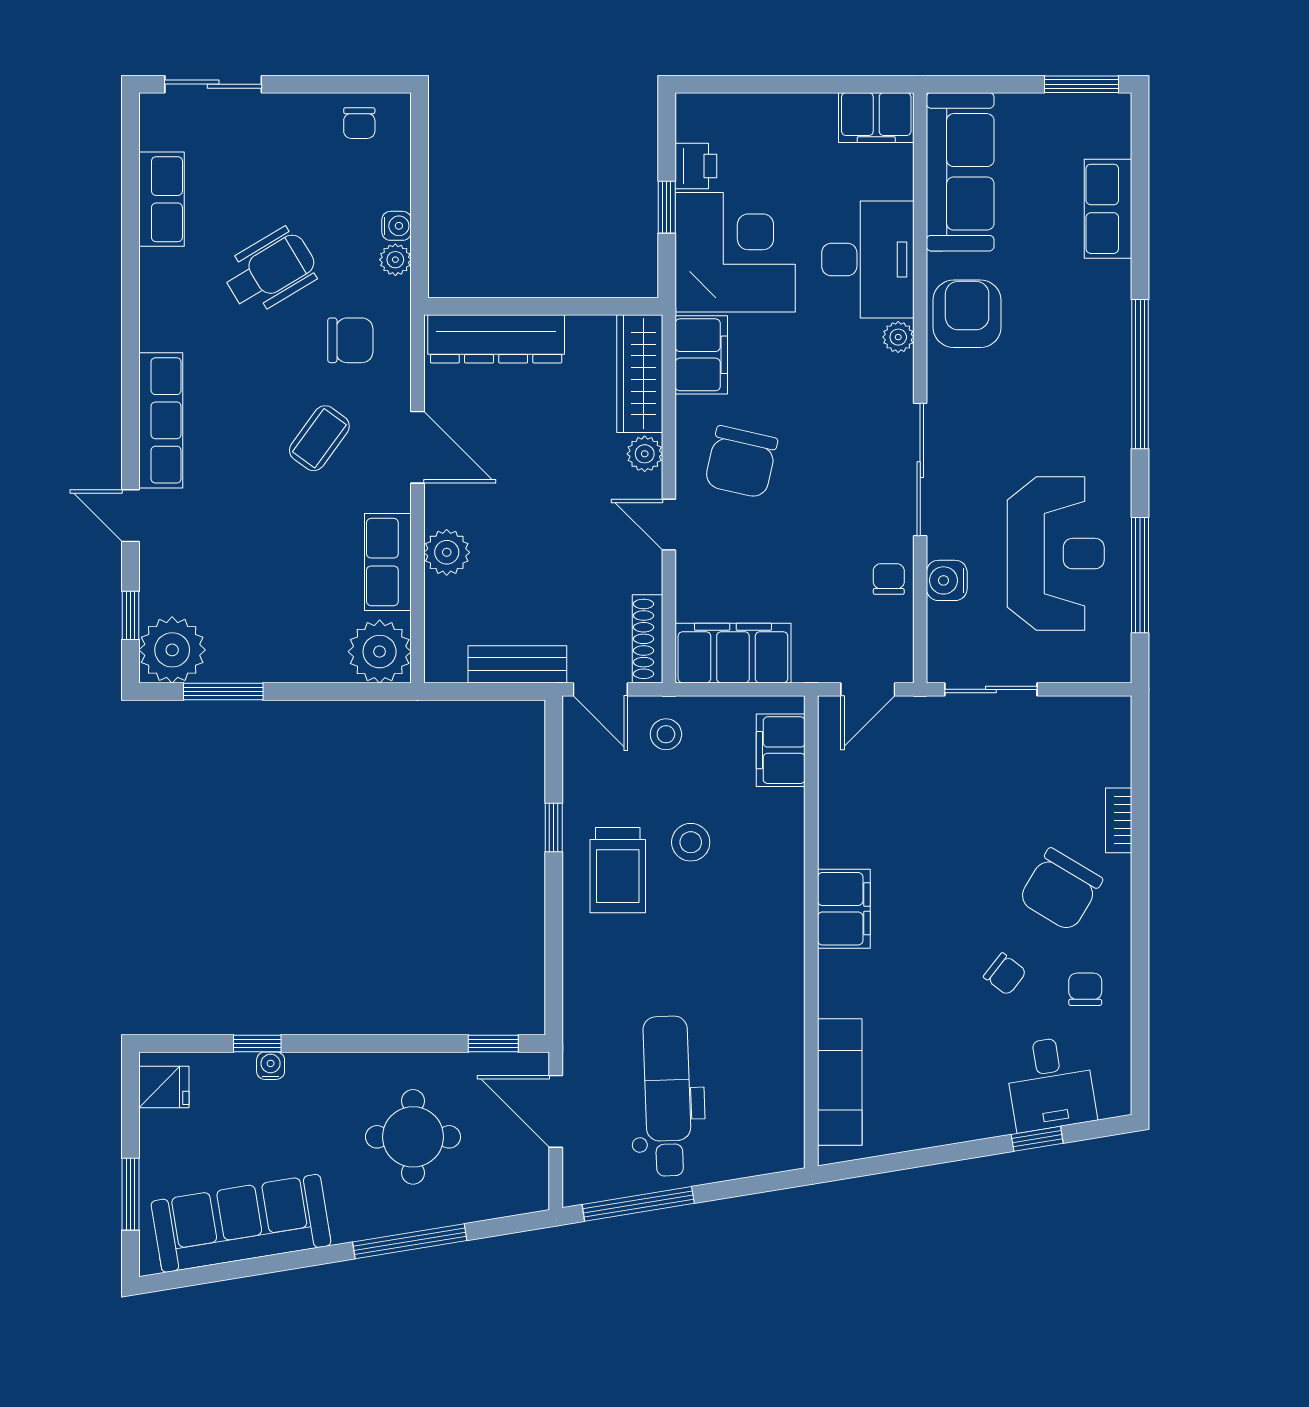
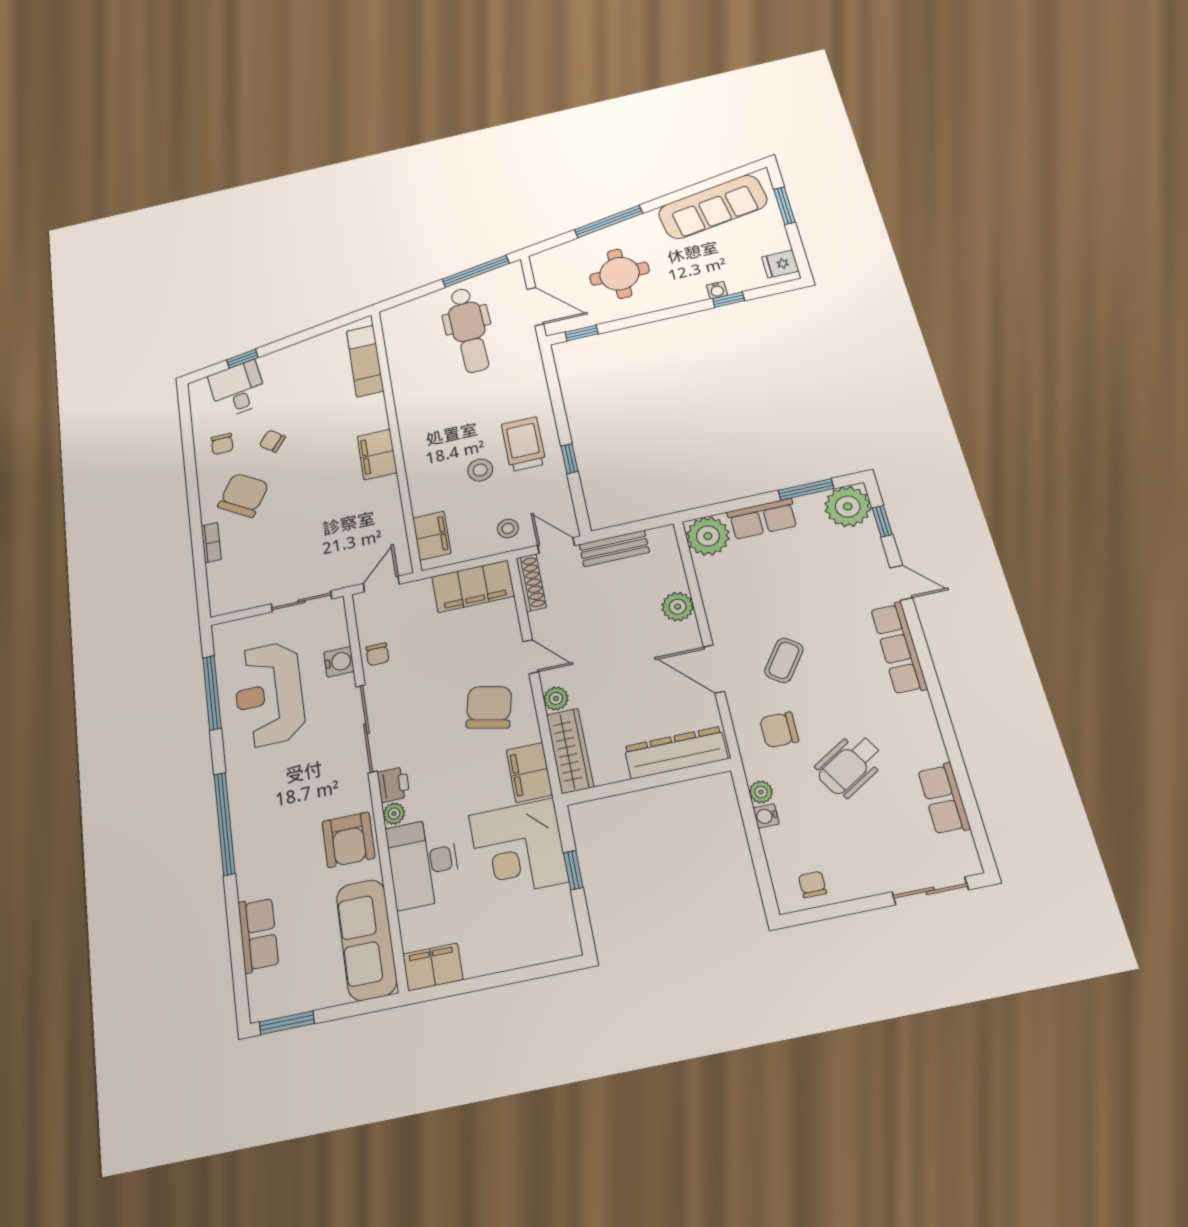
printer: (696, 166) -> (393, 784), moved, turned 180
row of seats: (388, 562) -> (763, 519), moved, turned 90

